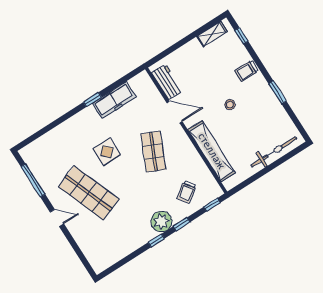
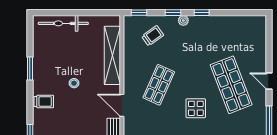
plant: (161, 222) -> (183, 20), width x0.53, depth x0.53

